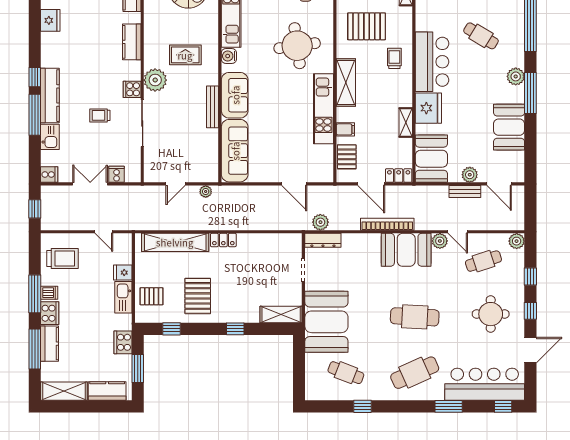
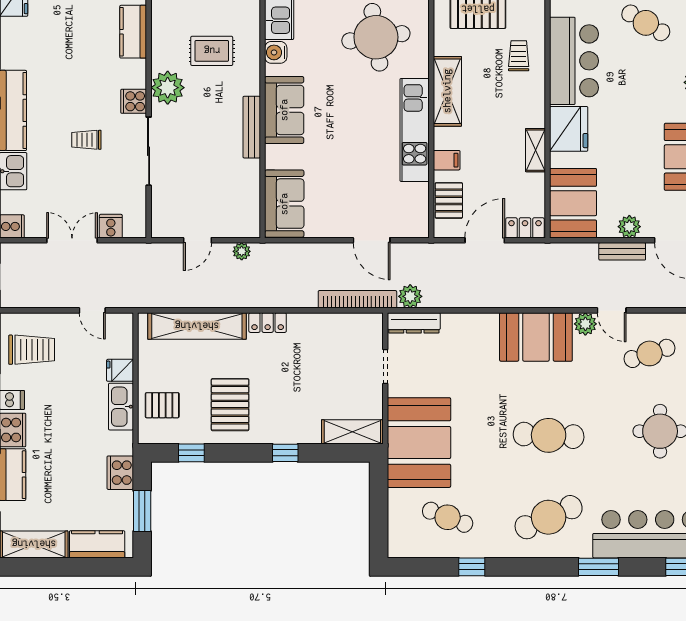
sofa: (235, 151) -> (284, 204), width x0.73
door: (371, 184) -> (485, 240), swing flipped
bookcase: (387, 224) -> (357, 299), moved

